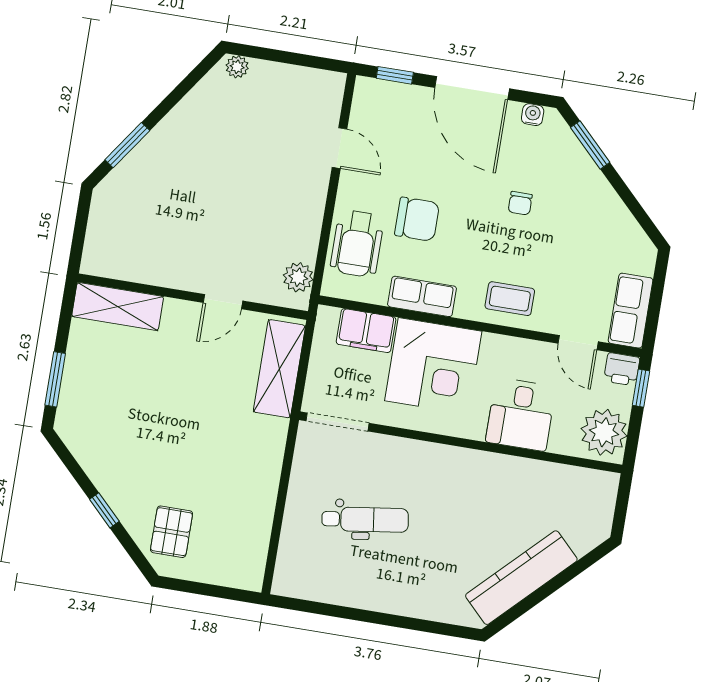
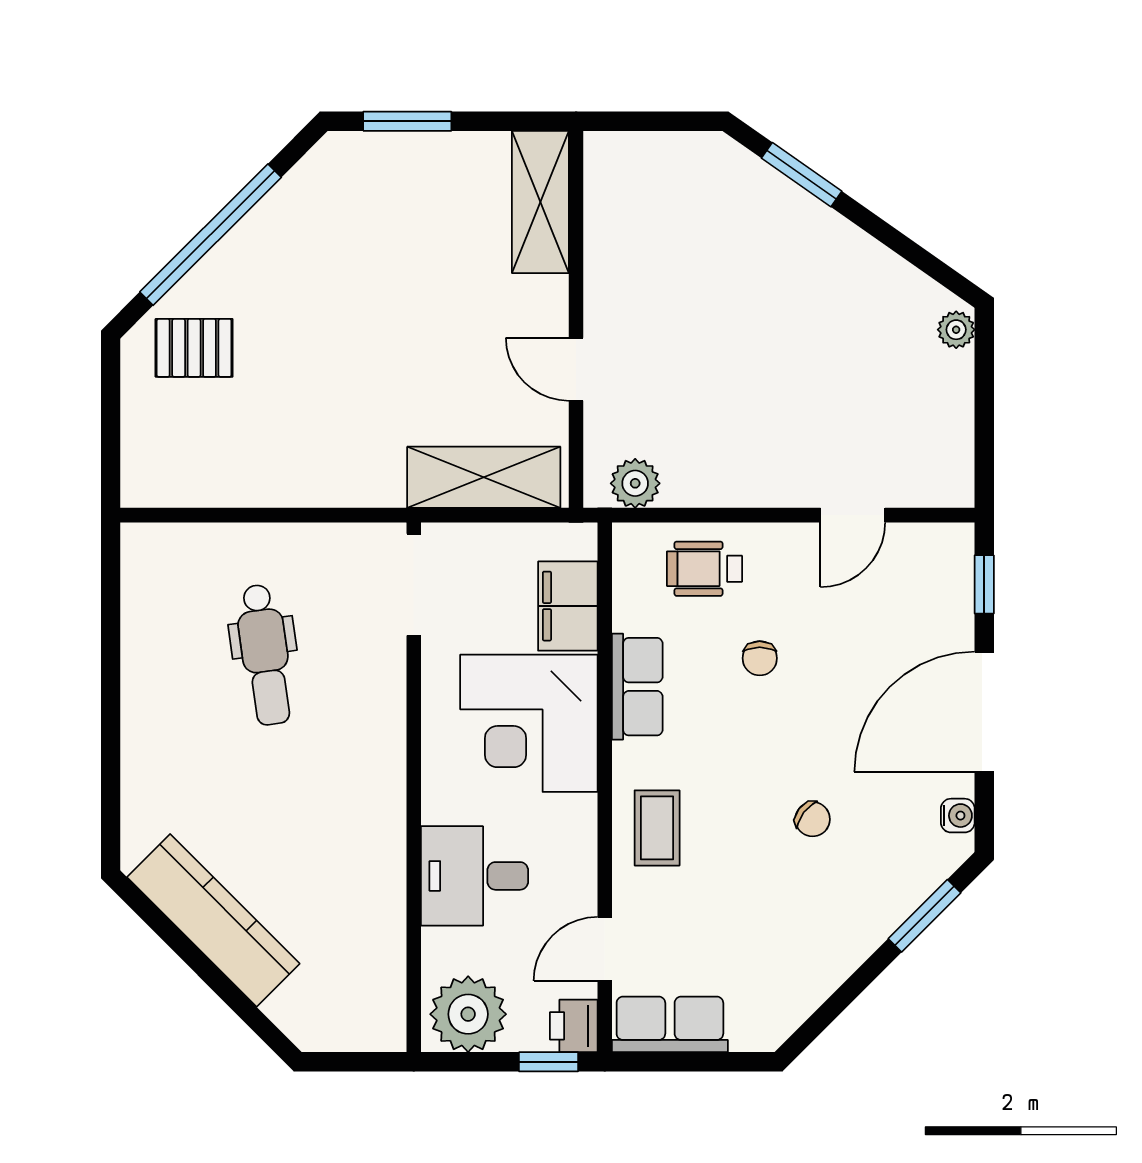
chair: (520, 203) -> (813, 819), turned -143
chair: (417, 219) -> (760, 658), width x0.54, depth x0.54
wheelchair: (357, 244) -> (705, 569), width x0.73, depth x0.73
window: (104, 510) -> (211, 235), width x3.17

